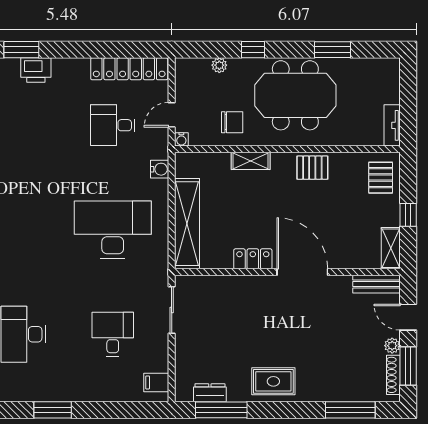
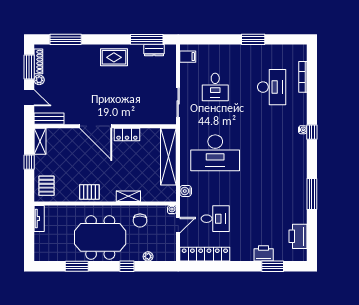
chair: (232, 122) -> (140, 221), turned -90

